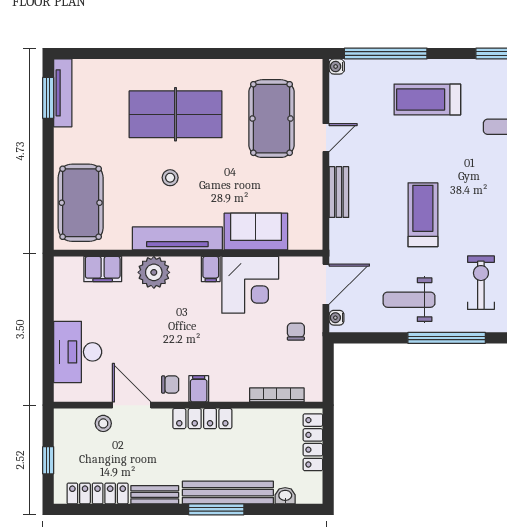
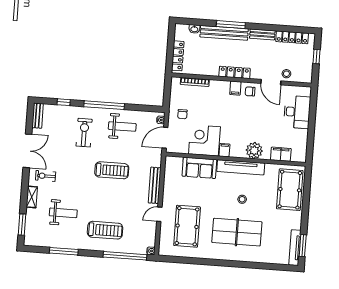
bench: (339, 192) -> (155, 185), width x1.36
treadmill: (423, 215) -> (112, 170), turned -90
exercise bike: (481, 283) -> (84, 133), turned 180

